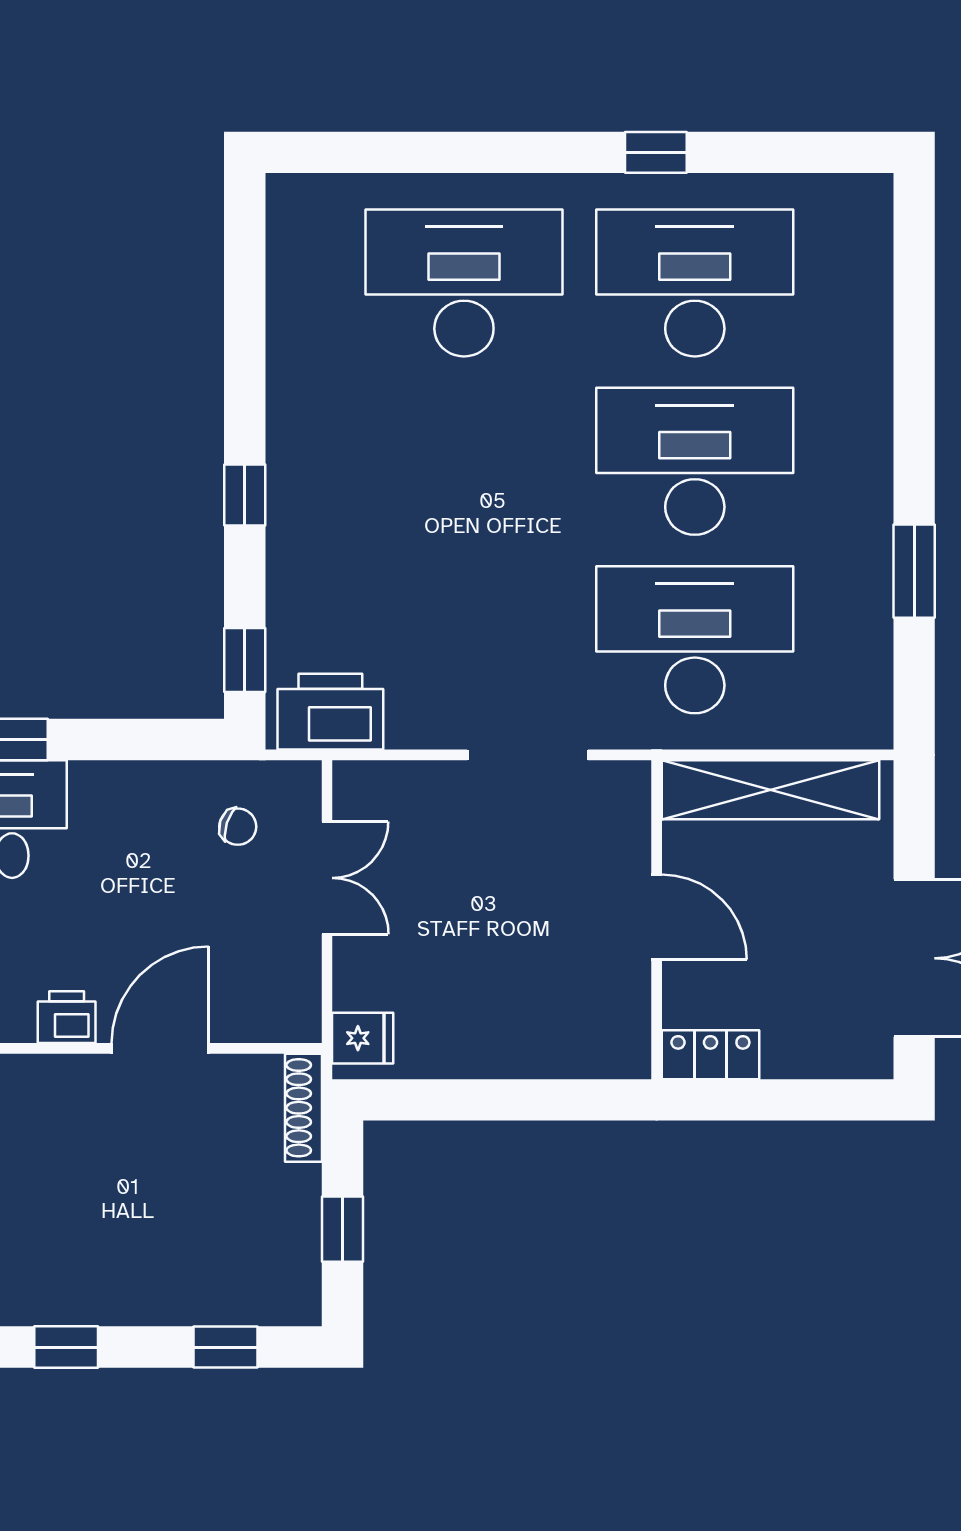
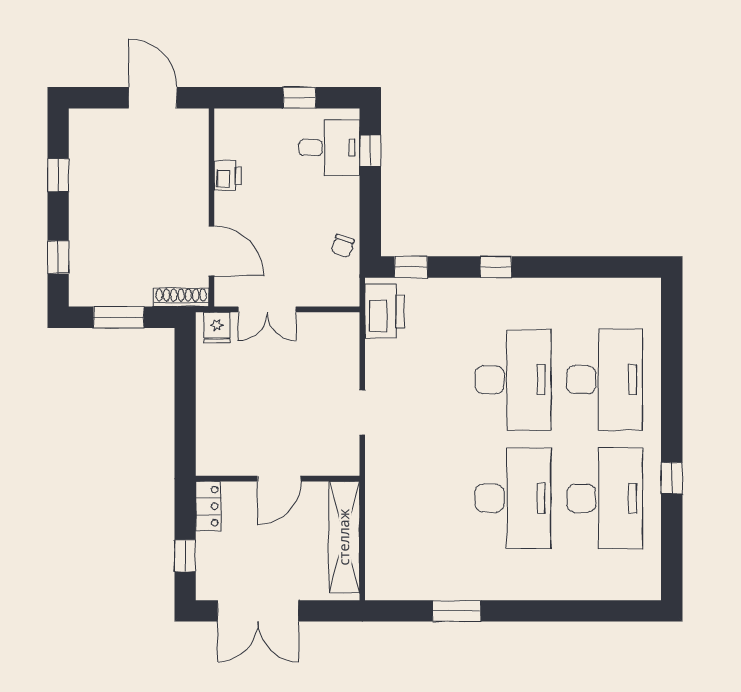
desk: (695, 640) -> (513, 380), moved
doorway: (528, 755) -> (362, 412), width x0.73
chair: (238, 827) -> (342, 246), moved
double door: (327, 878) -> (267, 309), moved
door: (160, 1048) -> (212, 251), moved
window: (807, 1100) -> (185, 556), added
window: (343, 1229) -> (119, 317), width x1.50

